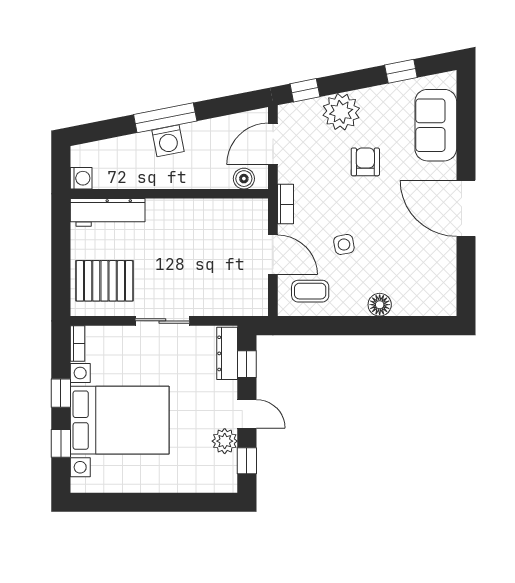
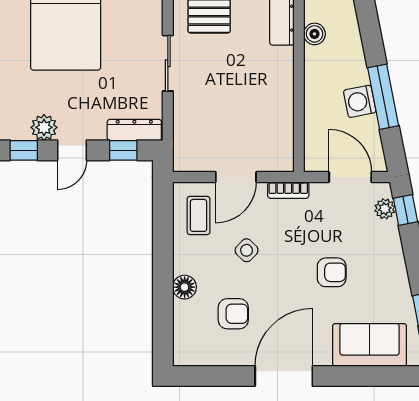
plant: (341, 112) -> (385, 209), moved, width x0.53, depth x0.53
window: (165, 118) -> (383, 97), moved
washing machine: (168, 141) -> (360, 101), moved
boiler: (244, 179) -> (314, 34), moved
side table: (344, 244) -> (247, 250), turned -36
armchair: (406, 257) -> (233, 314), added

